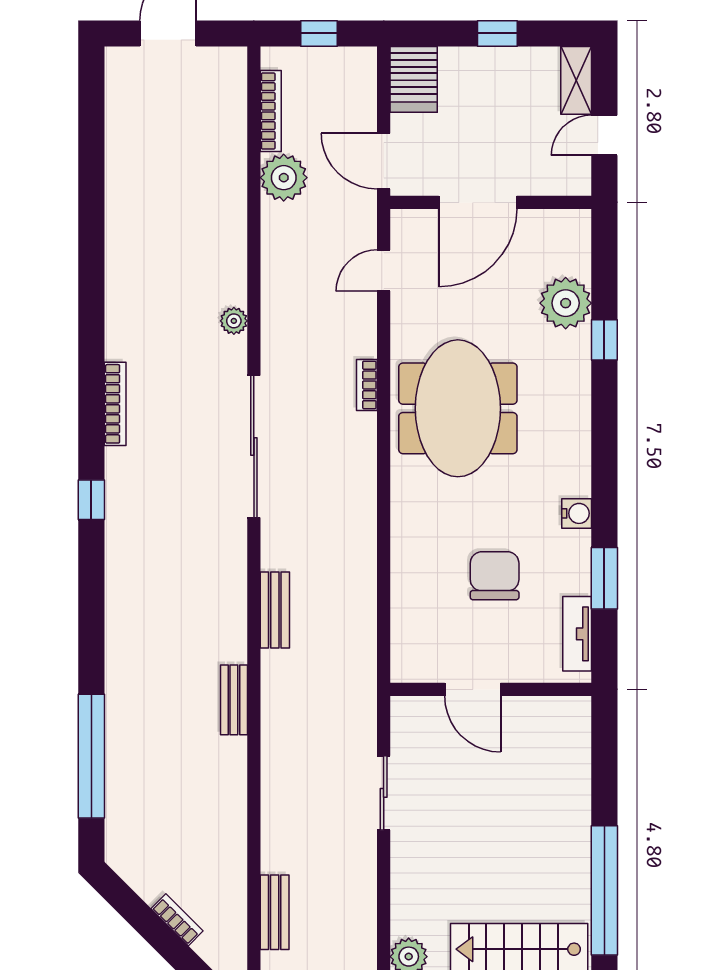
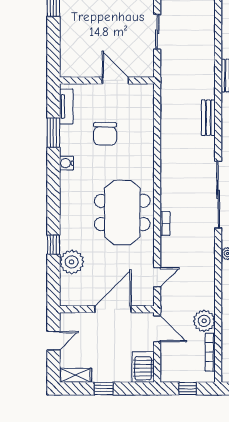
shelving: (576, 80) -> (75, 375), moved, turned 90

